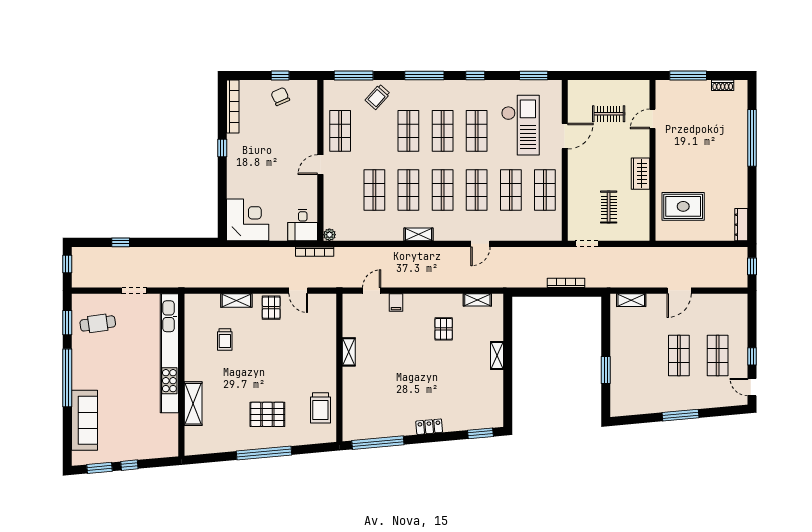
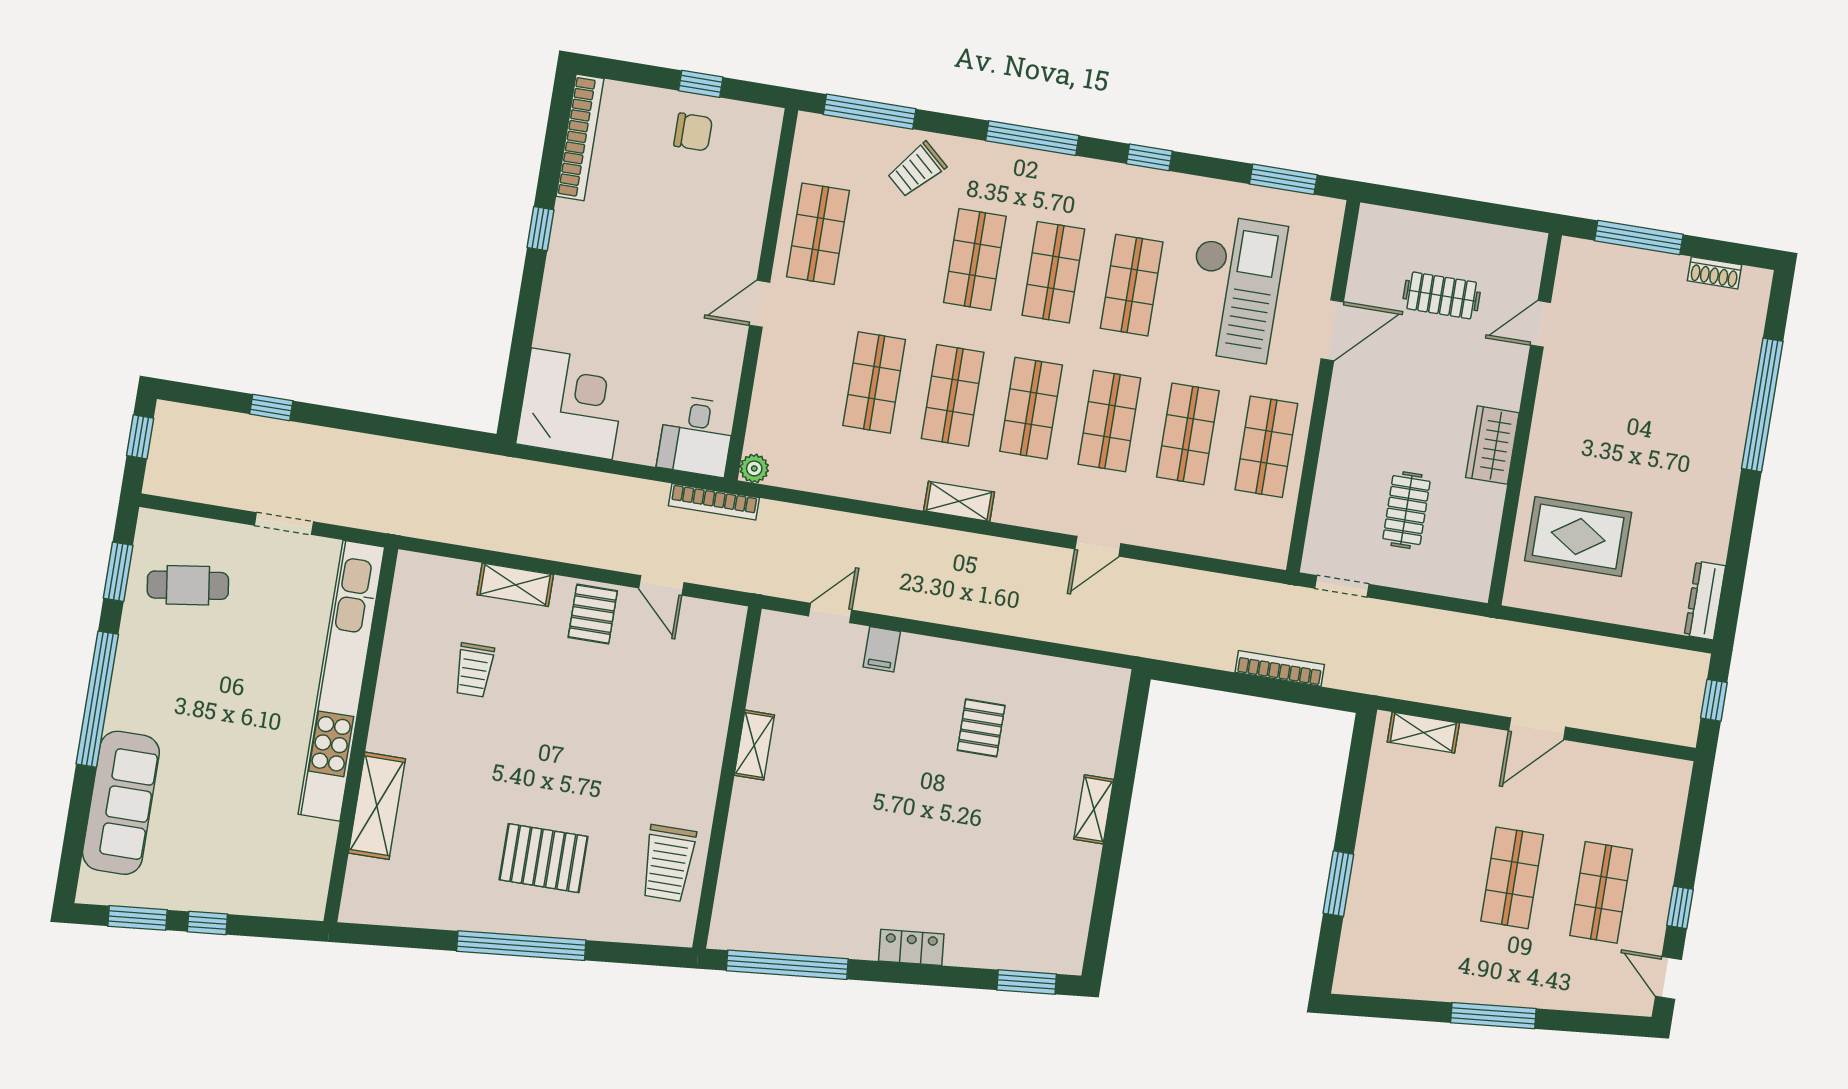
chair: (280, 96) -> (693, 132), turned 114
shelving: (477, 300) -> (1070, 674), removed

